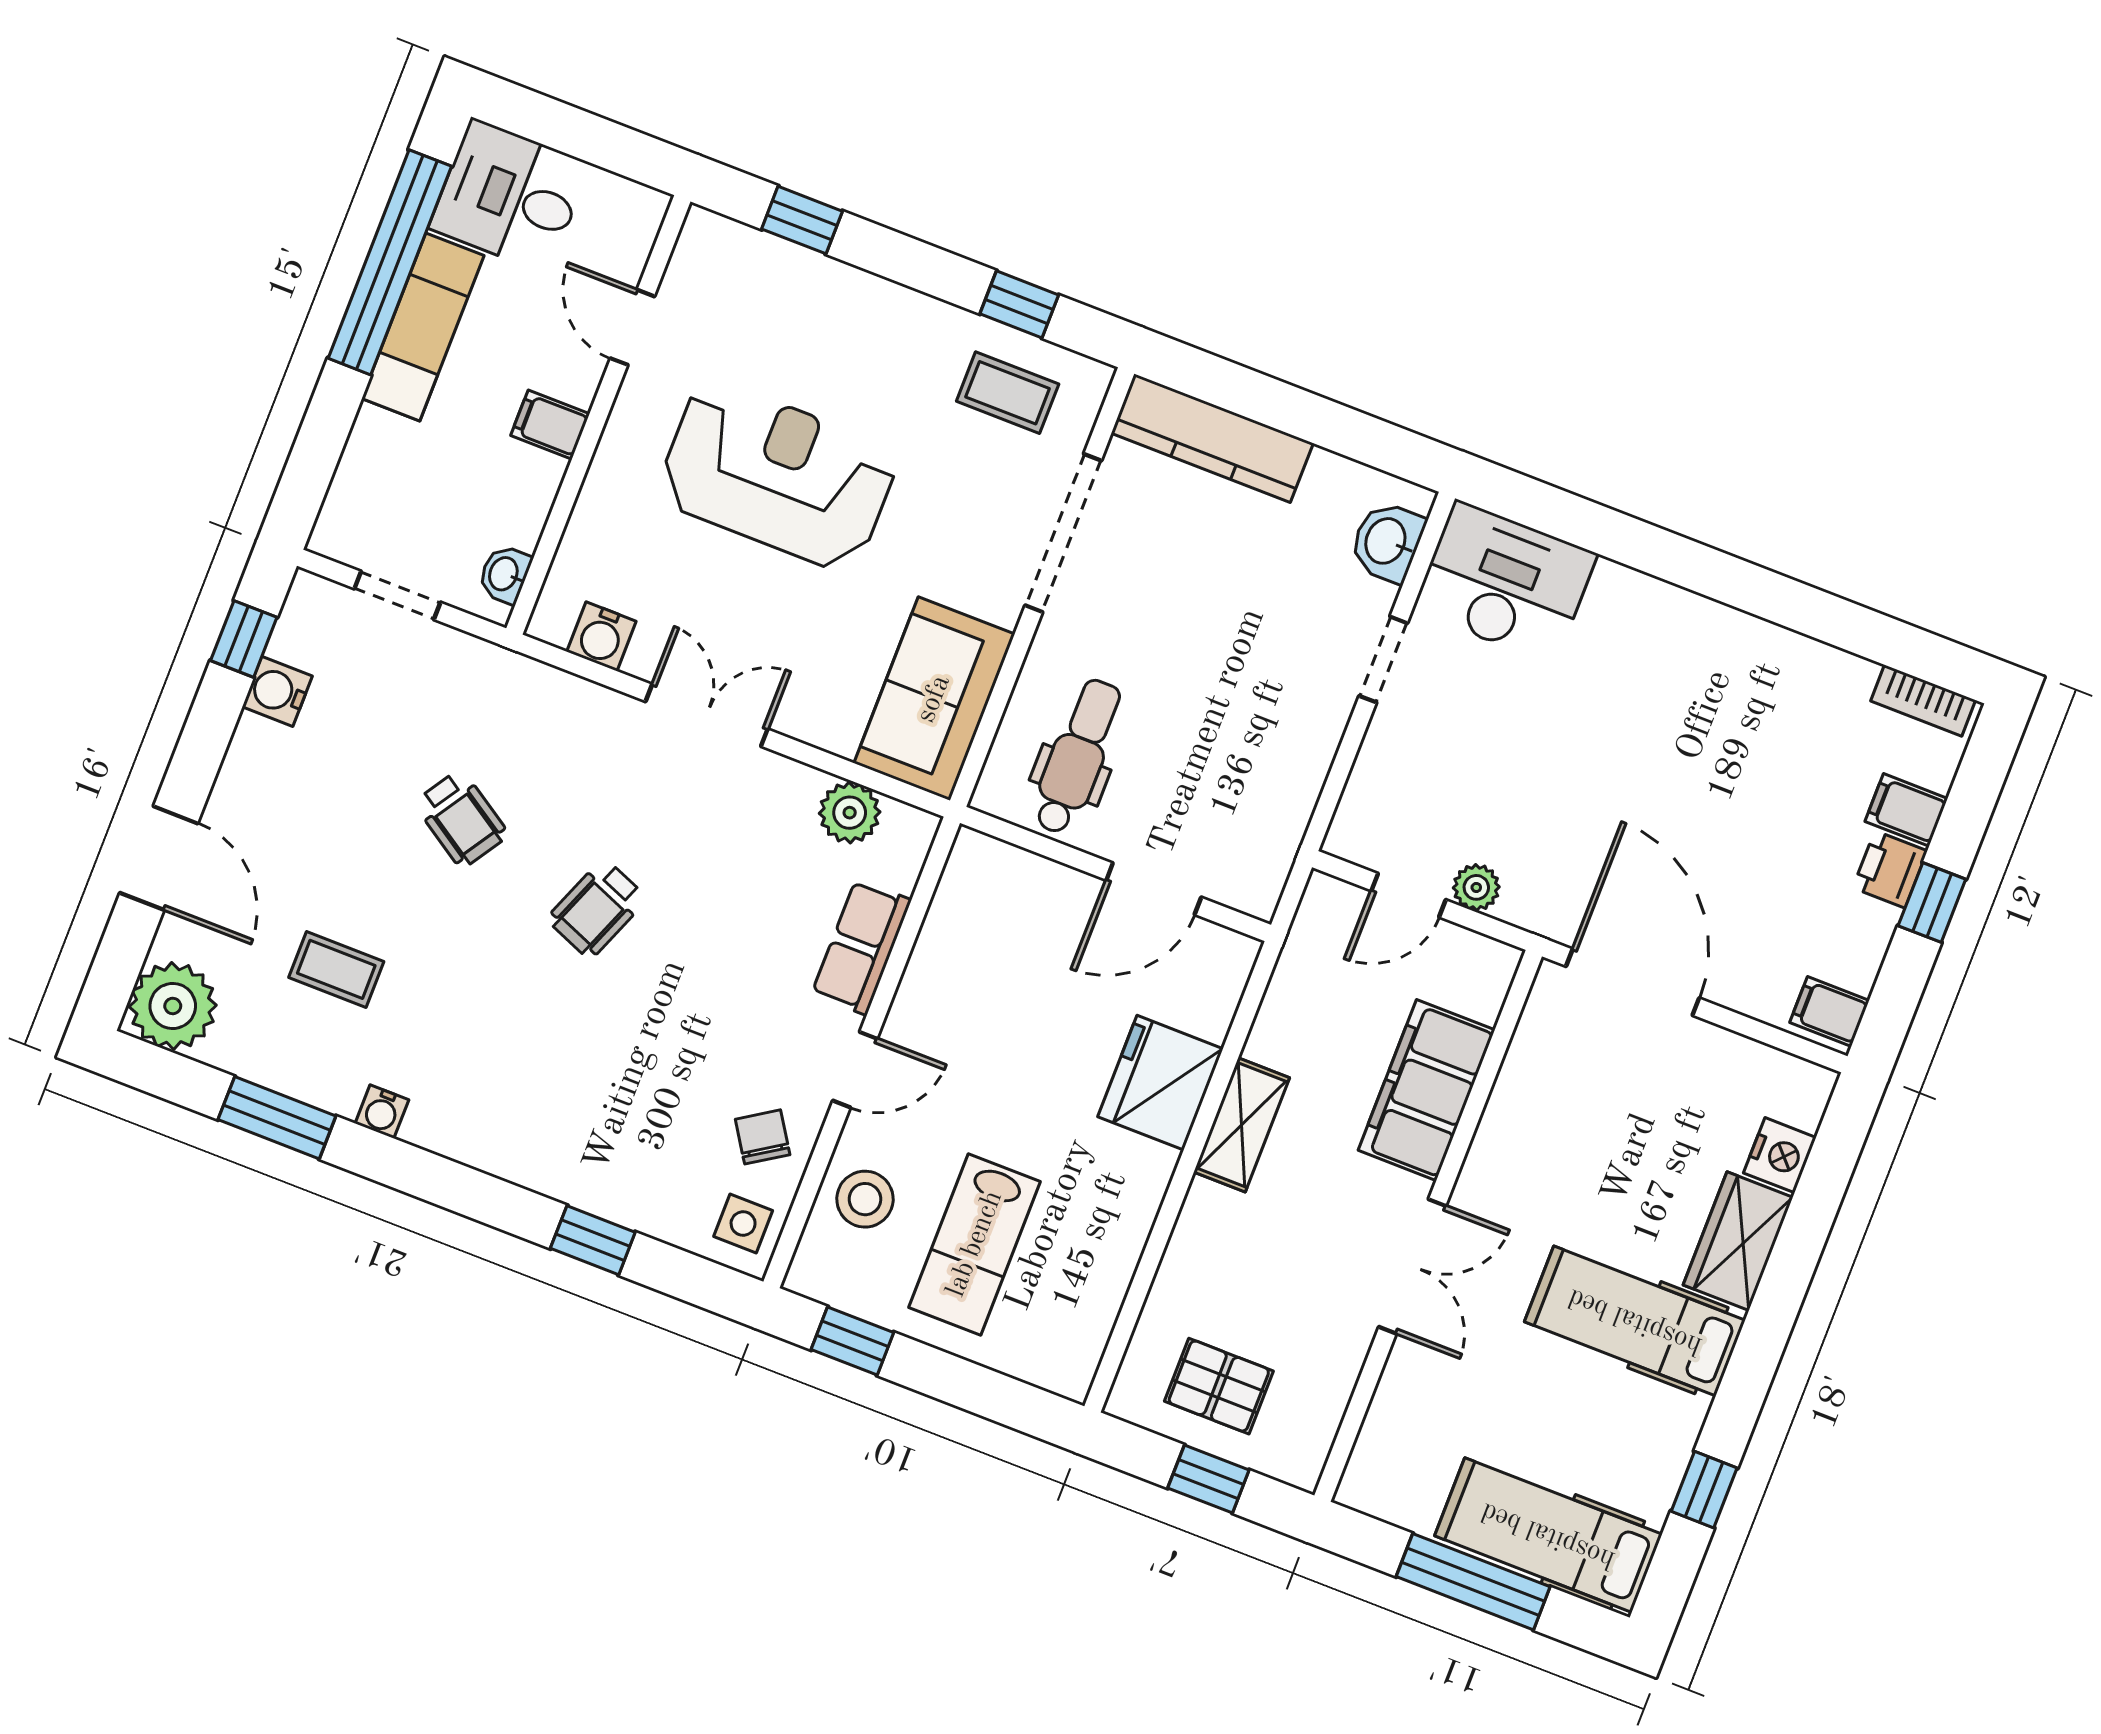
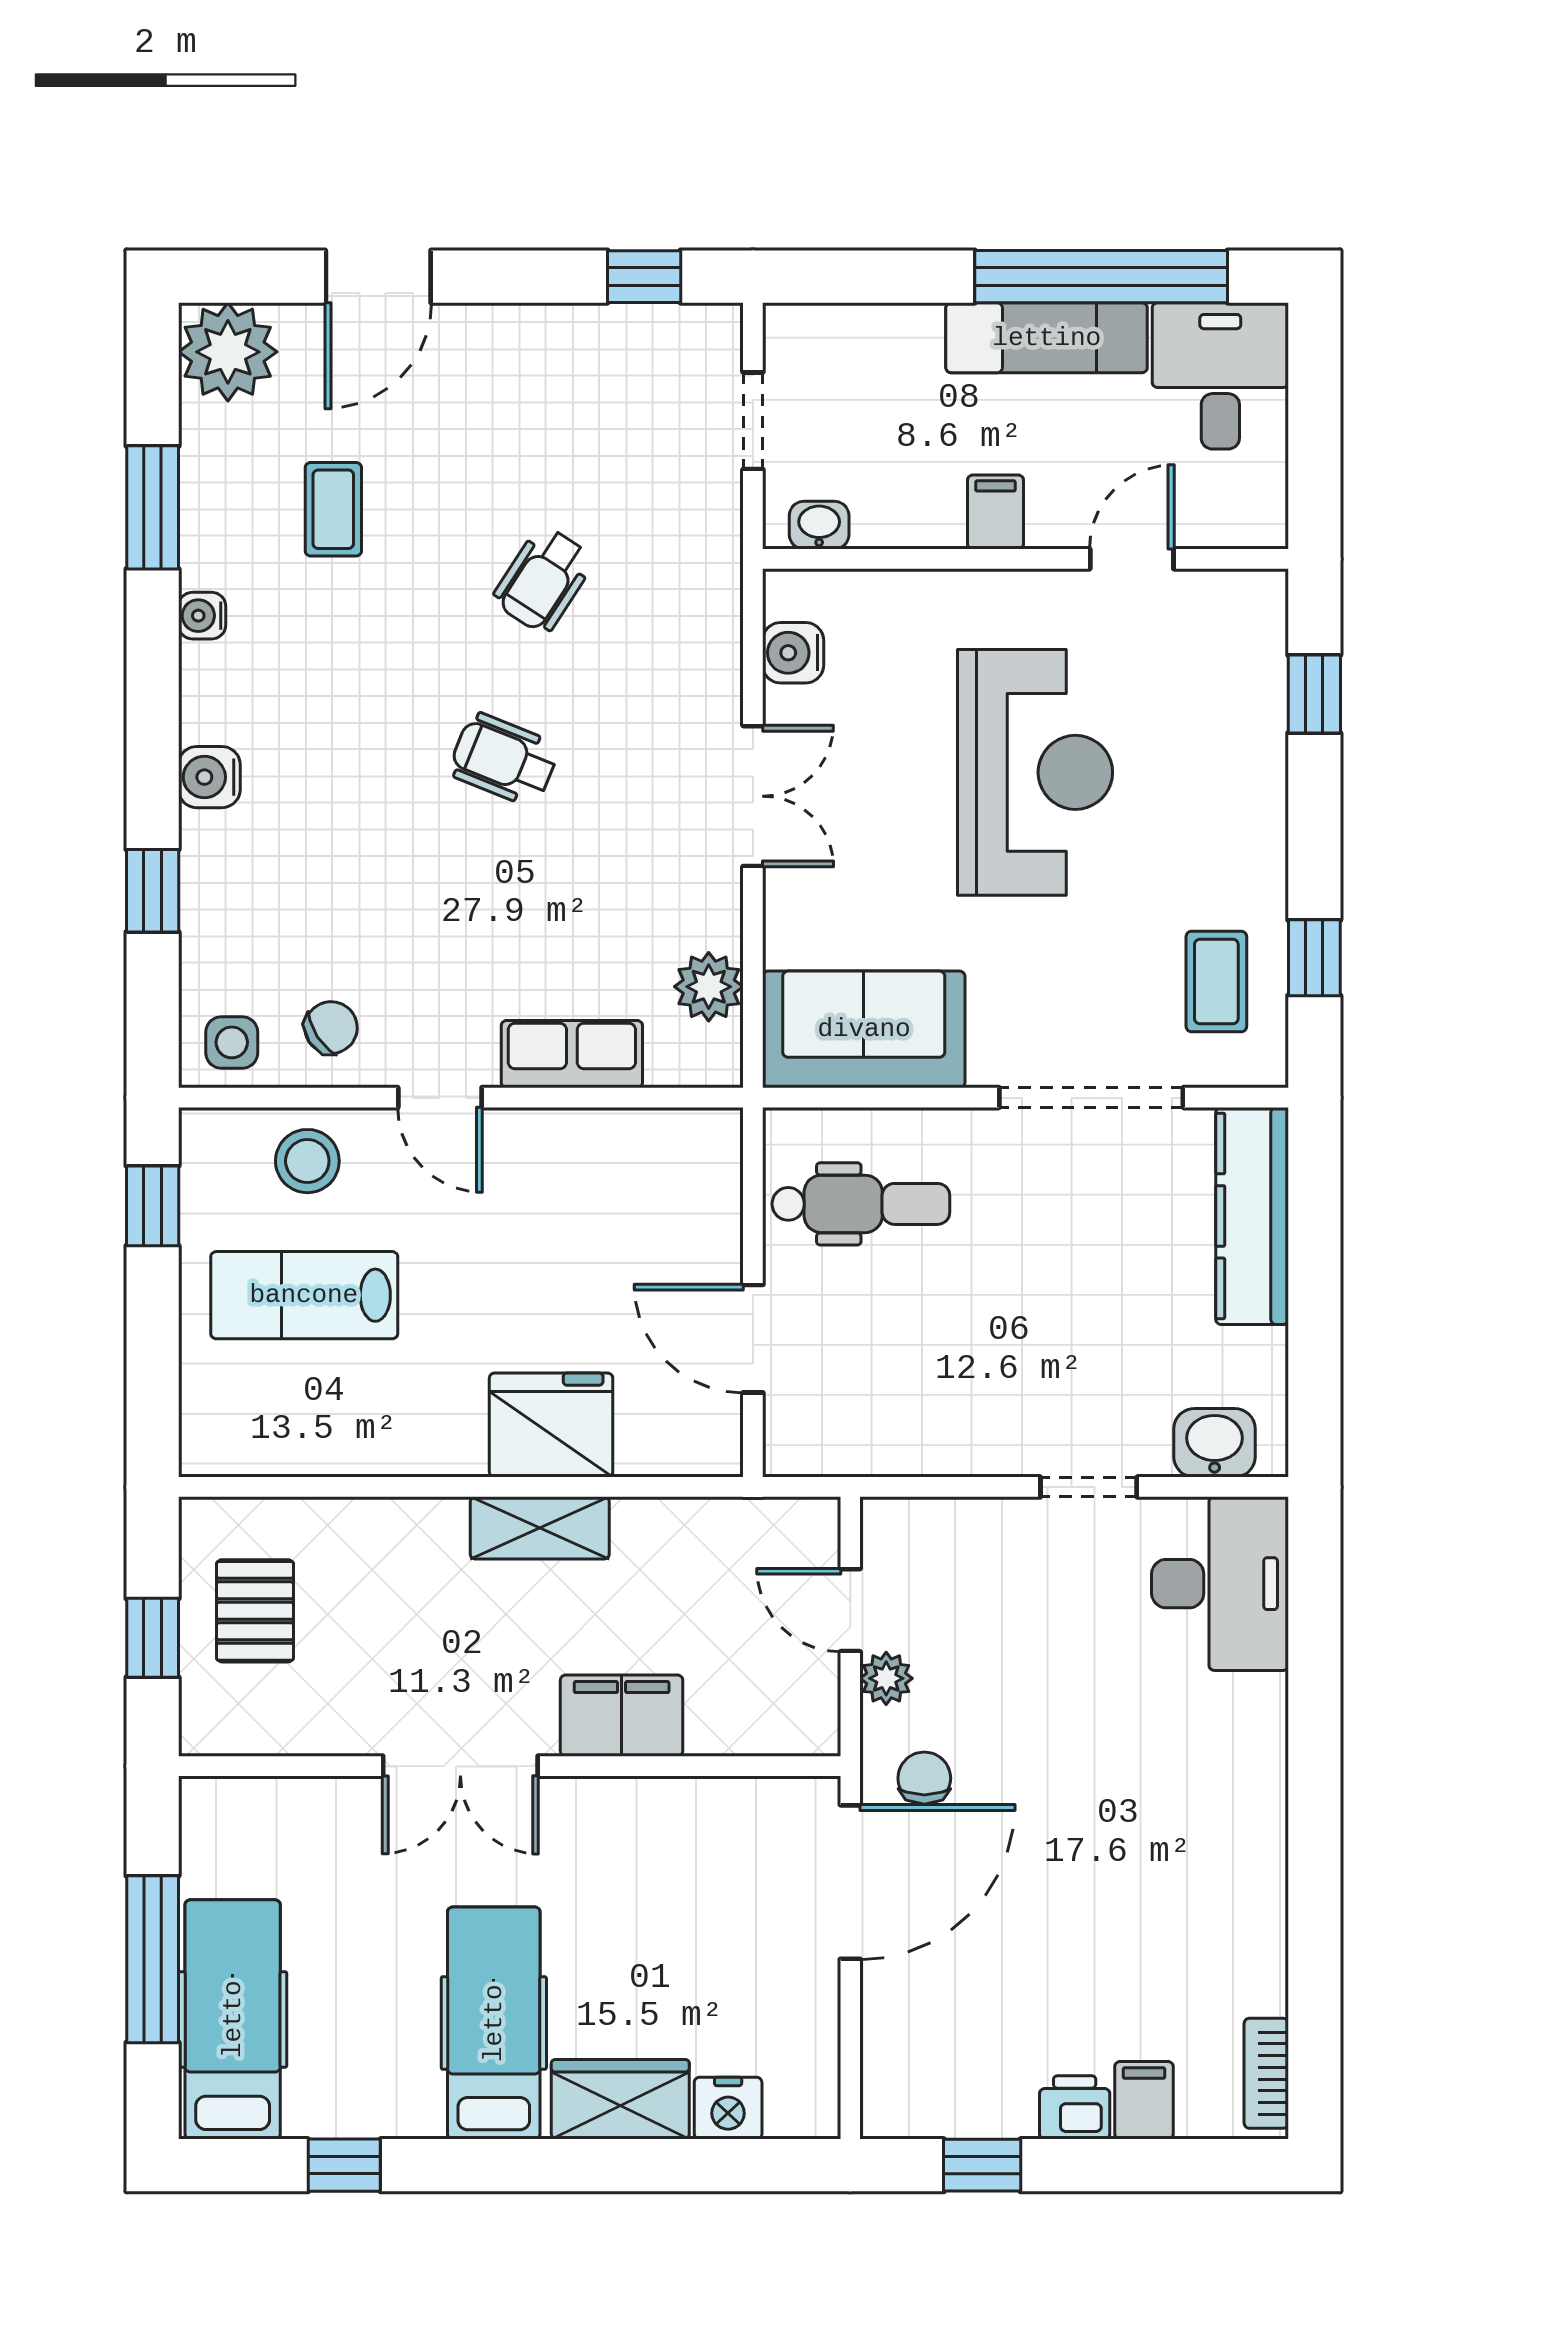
water cooler: (277, 691) -> (209, 777), moved, turned -90
chair: (1571, 888) -> (924, 1778), added
window: (1932, 902) -> (982, 2165), moved
filing cabinet: (1830, 1011) -> (900, 2102), removed
filing cabinet: (1426, 1090) -> (622, 1716), width x0.67, depth x0.86

